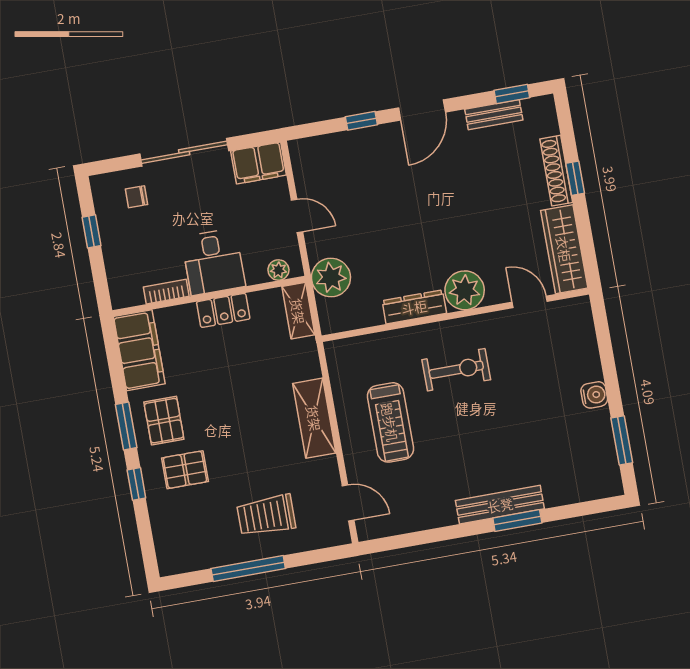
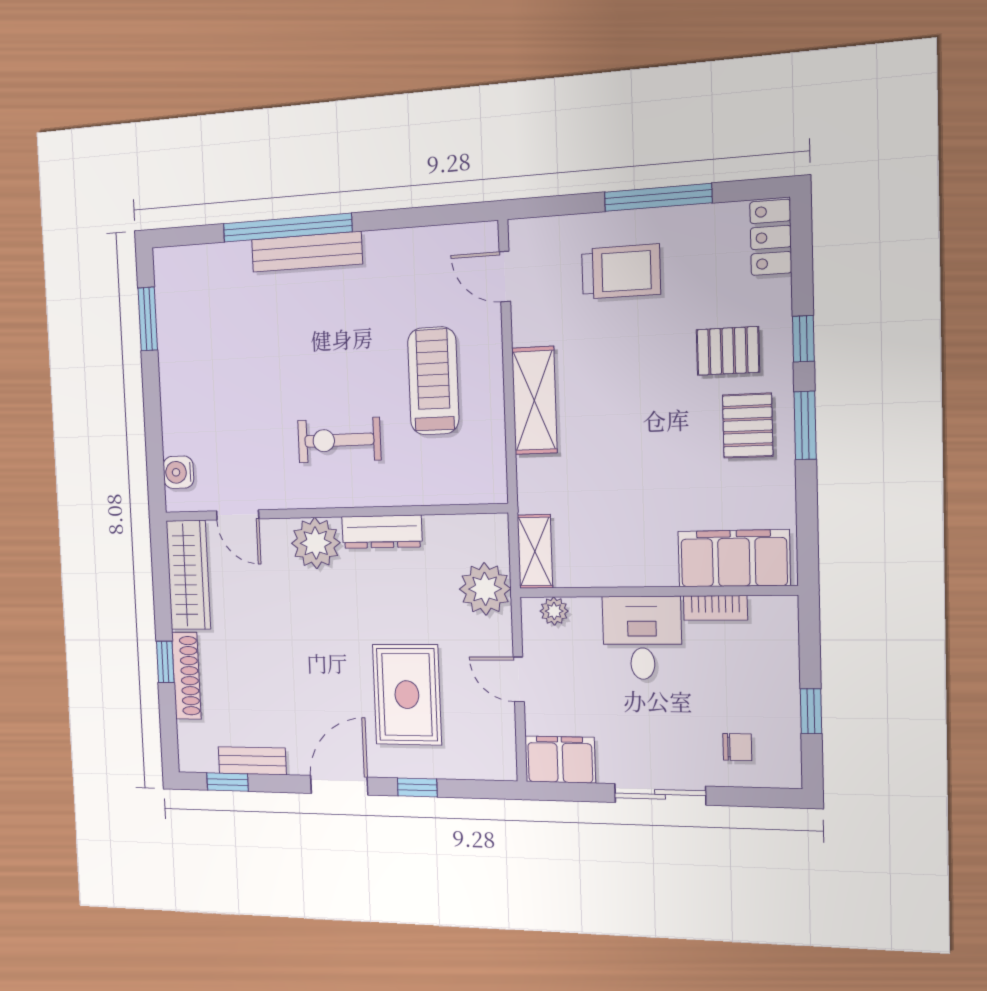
sliding door: (184, 152) -> (660, 794), width x0.73
rug: (379, 189) -> (407, 695), added
locker: (223, 310) -> (771, 237), moved, turned -90
filing cabinet: (139, 350) -> (734, 558), moved, turned 90
water cooler: (594, 395) -> (178, 472), moved
window: (517, 521) -> (287, 228), width x2.11

